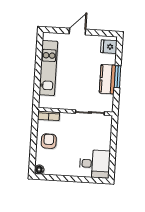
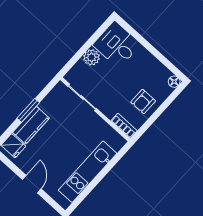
door: (77, 32) -> (32, 184), swing flipped
kitchen counter: (107, 79) -> (31, 125), moved
plant: (104, 143) -> (92, 57), added

